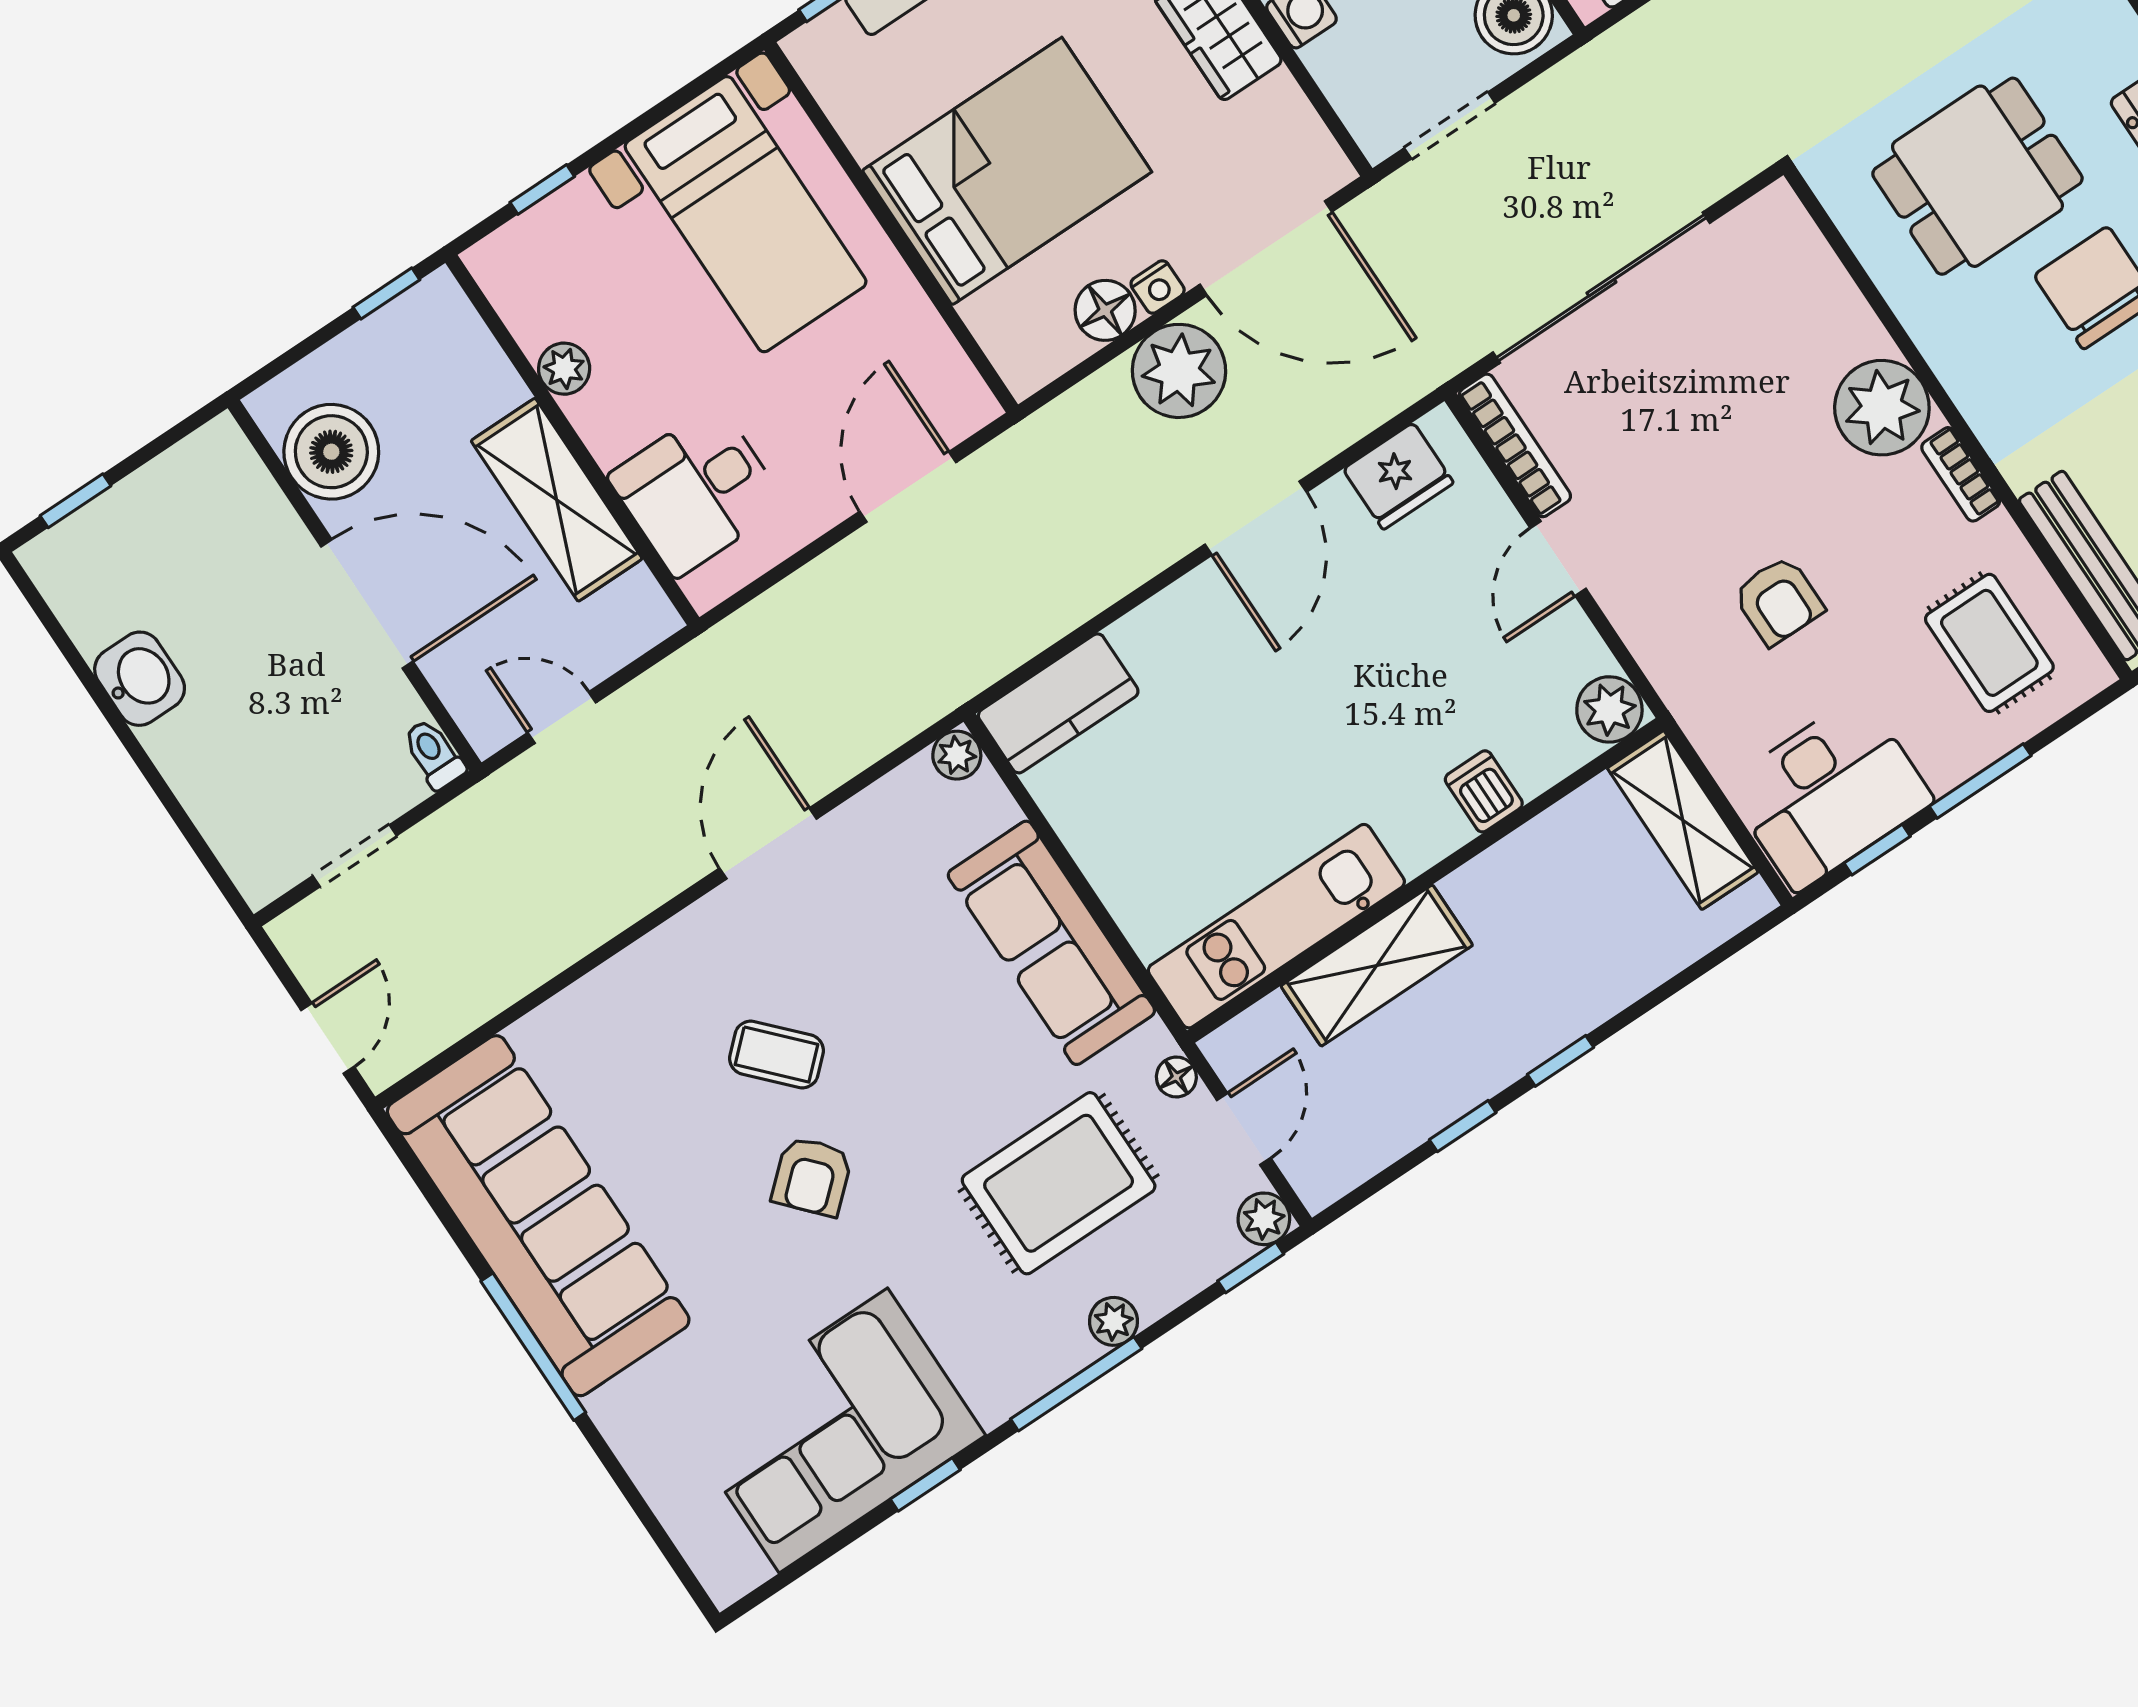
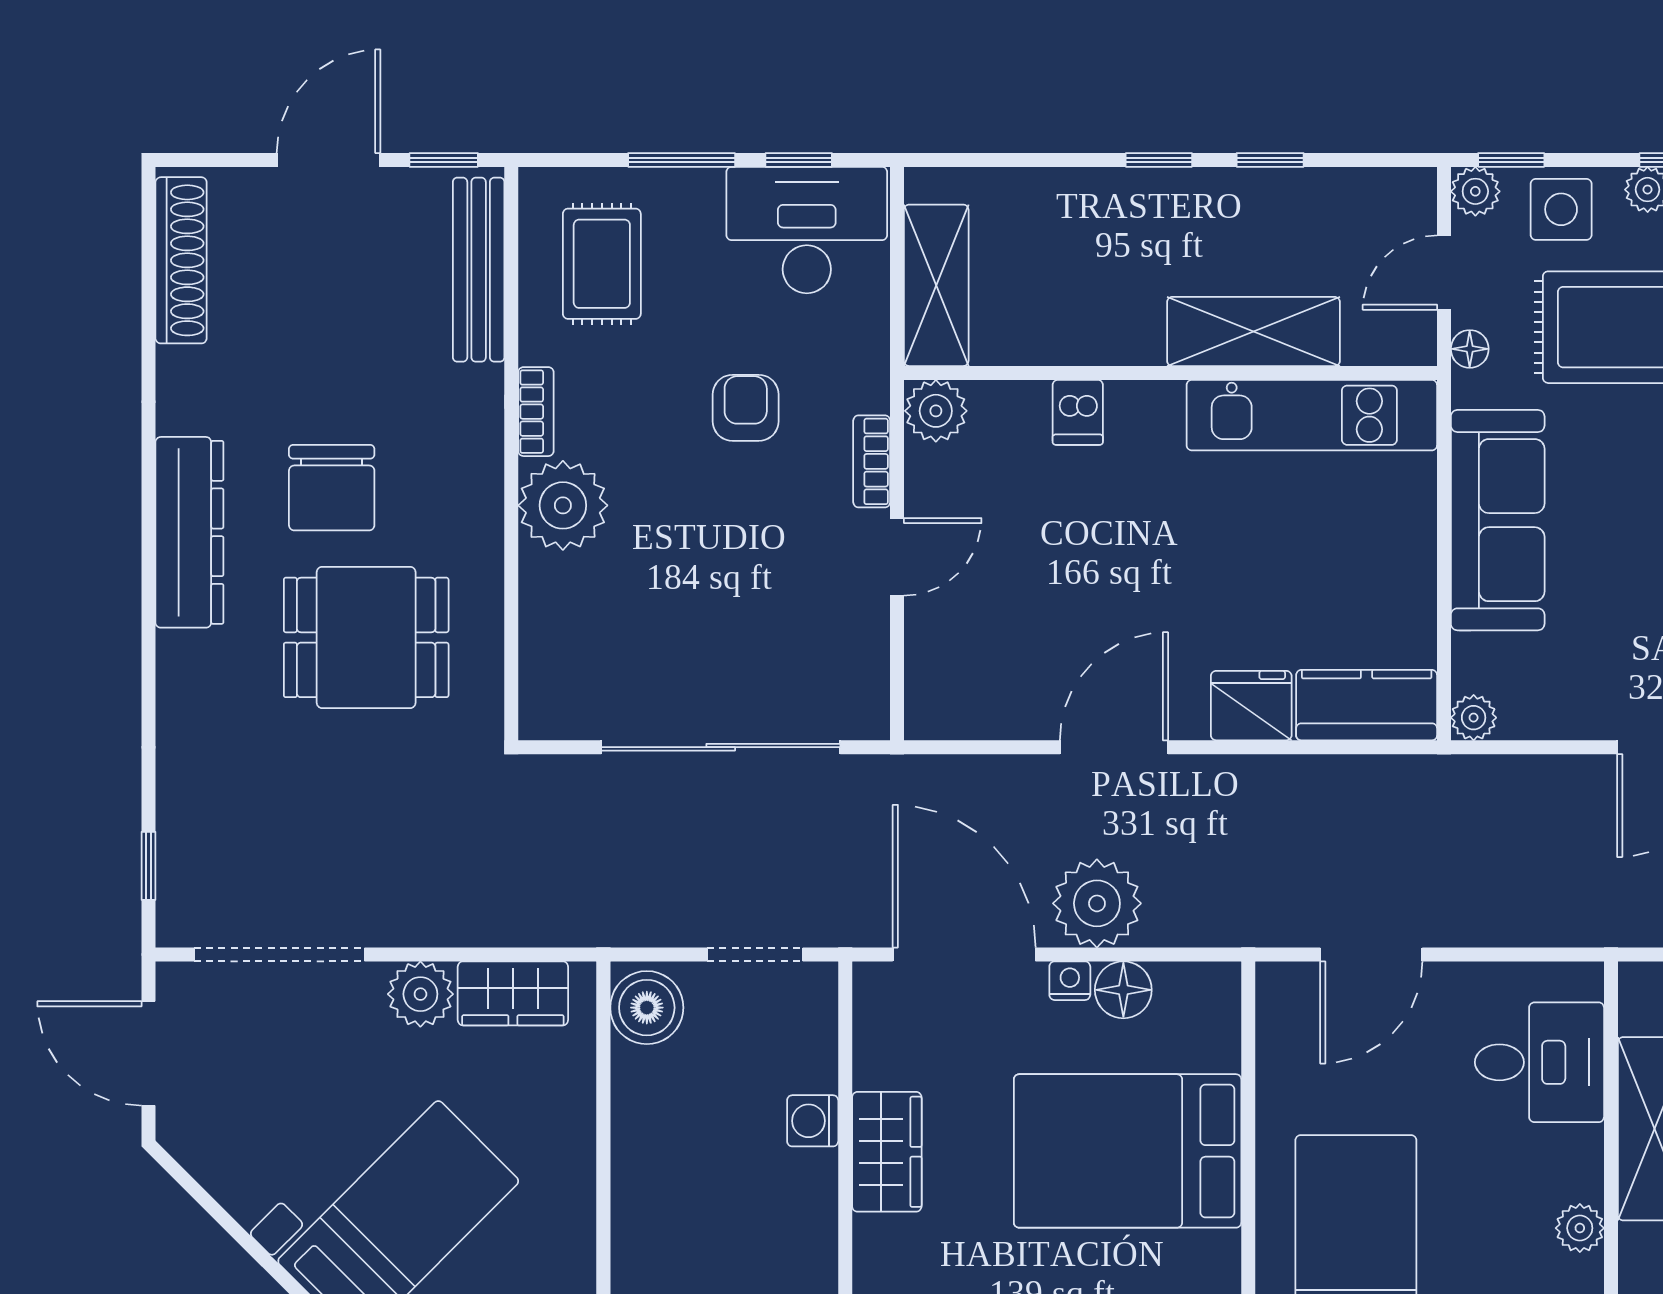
bookcase: (1515, 445) -> (872, 461), moved, width x0.64
fridge: (1398, 476) -> (1251, 706), moved
side table: (1178, 1253) -> (1561, 209), added

